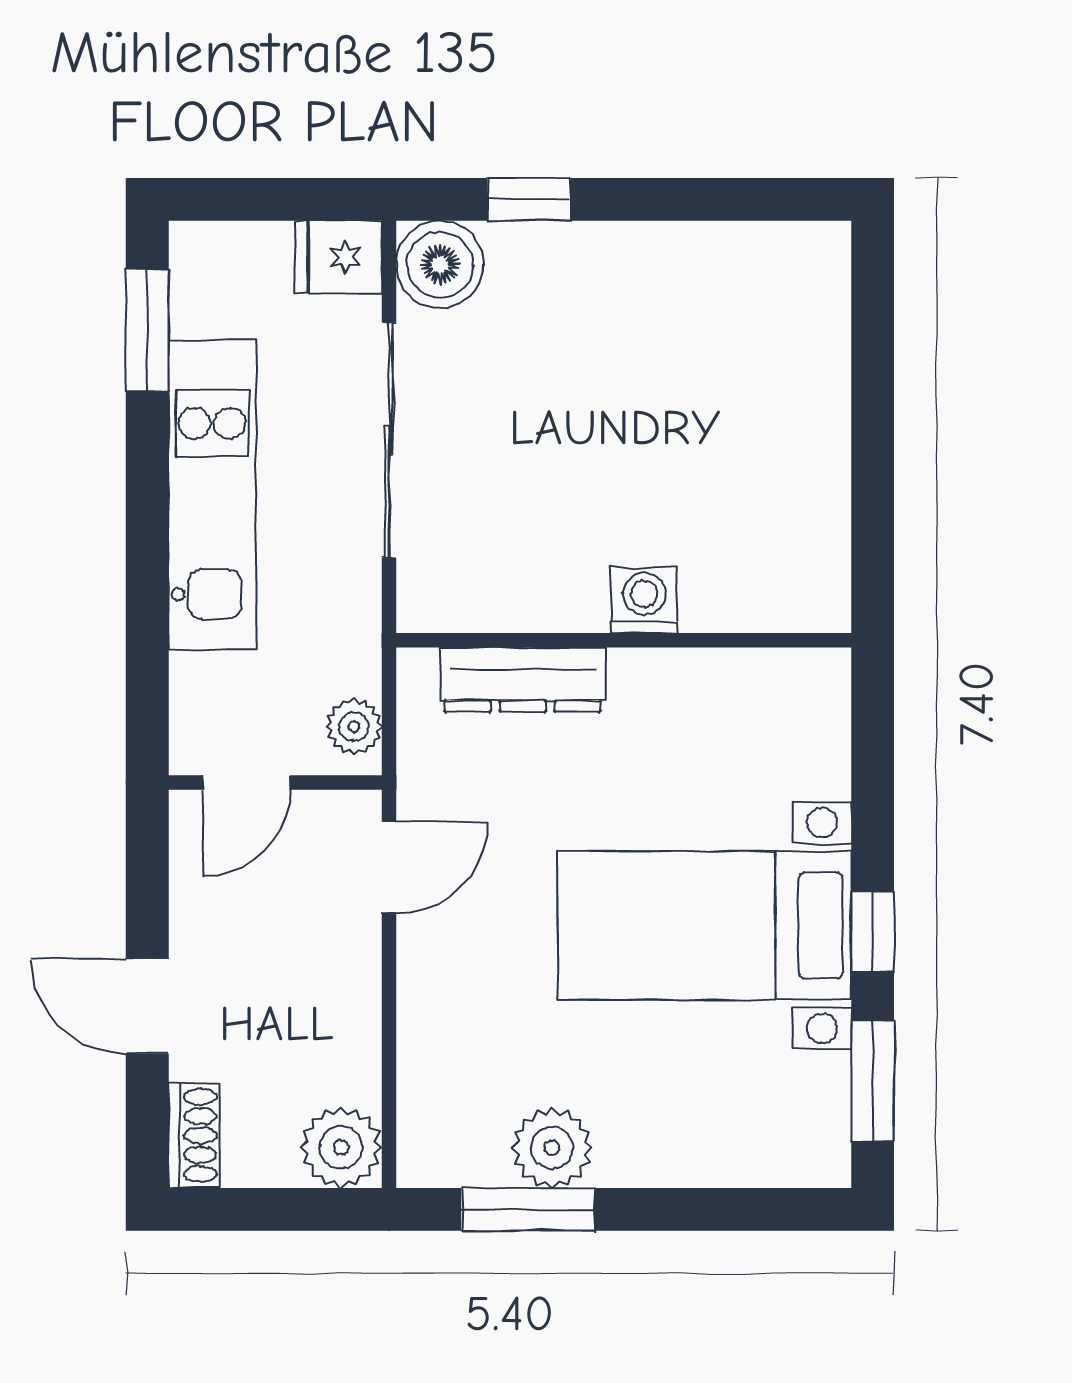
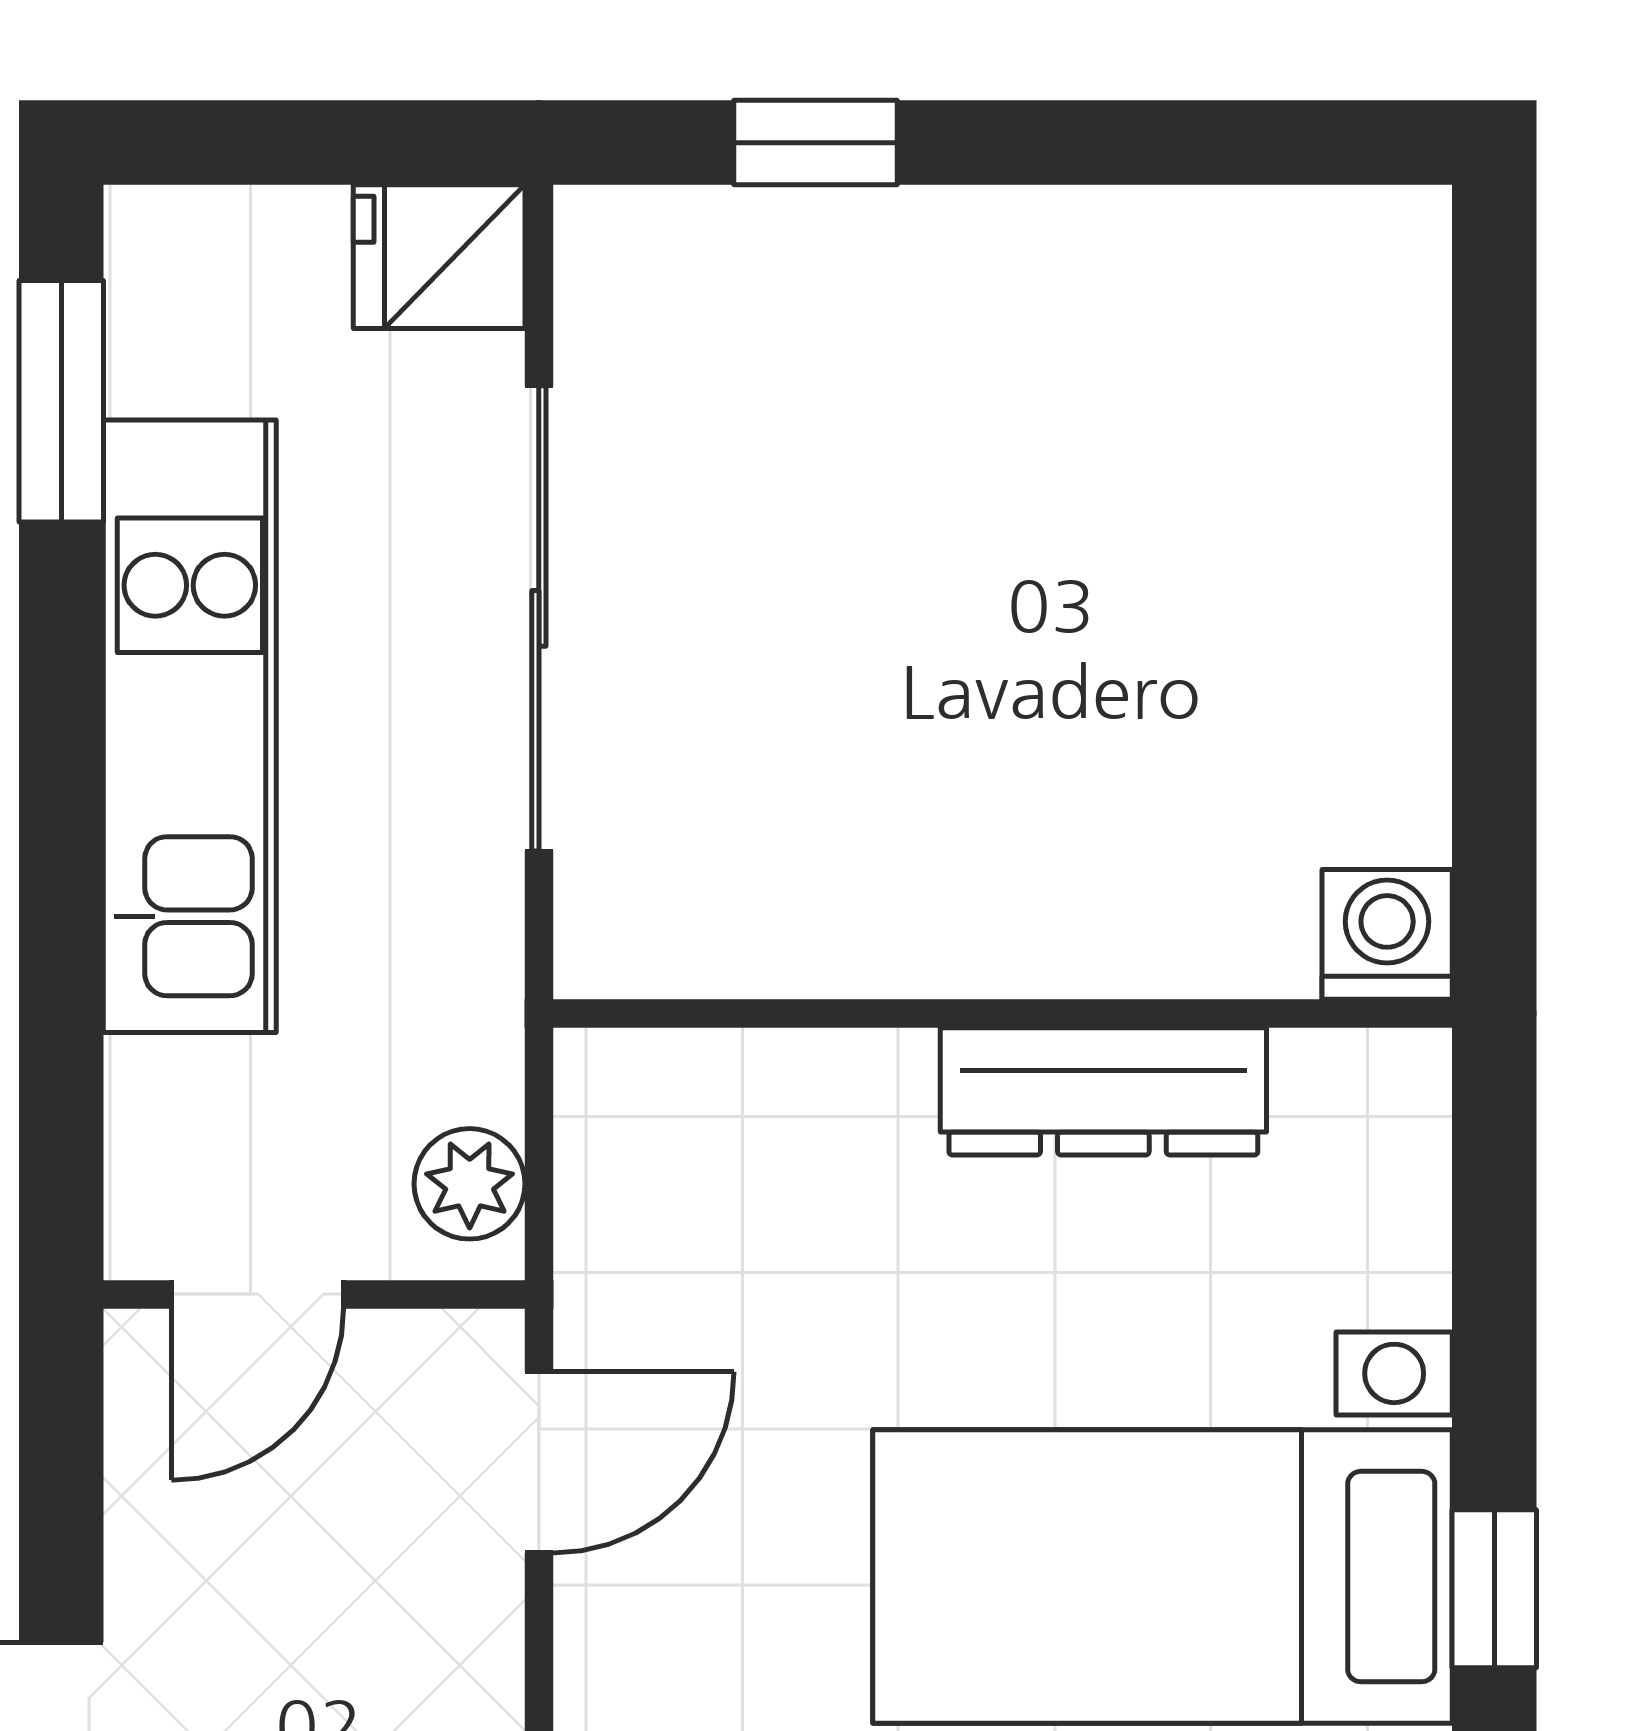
boiler: (440, 264) -> (639, 271), removed
washing machine: (644, 600) -> (1387, 934), moved
dresser: (523, 680) -> (1103, 1091), moved

